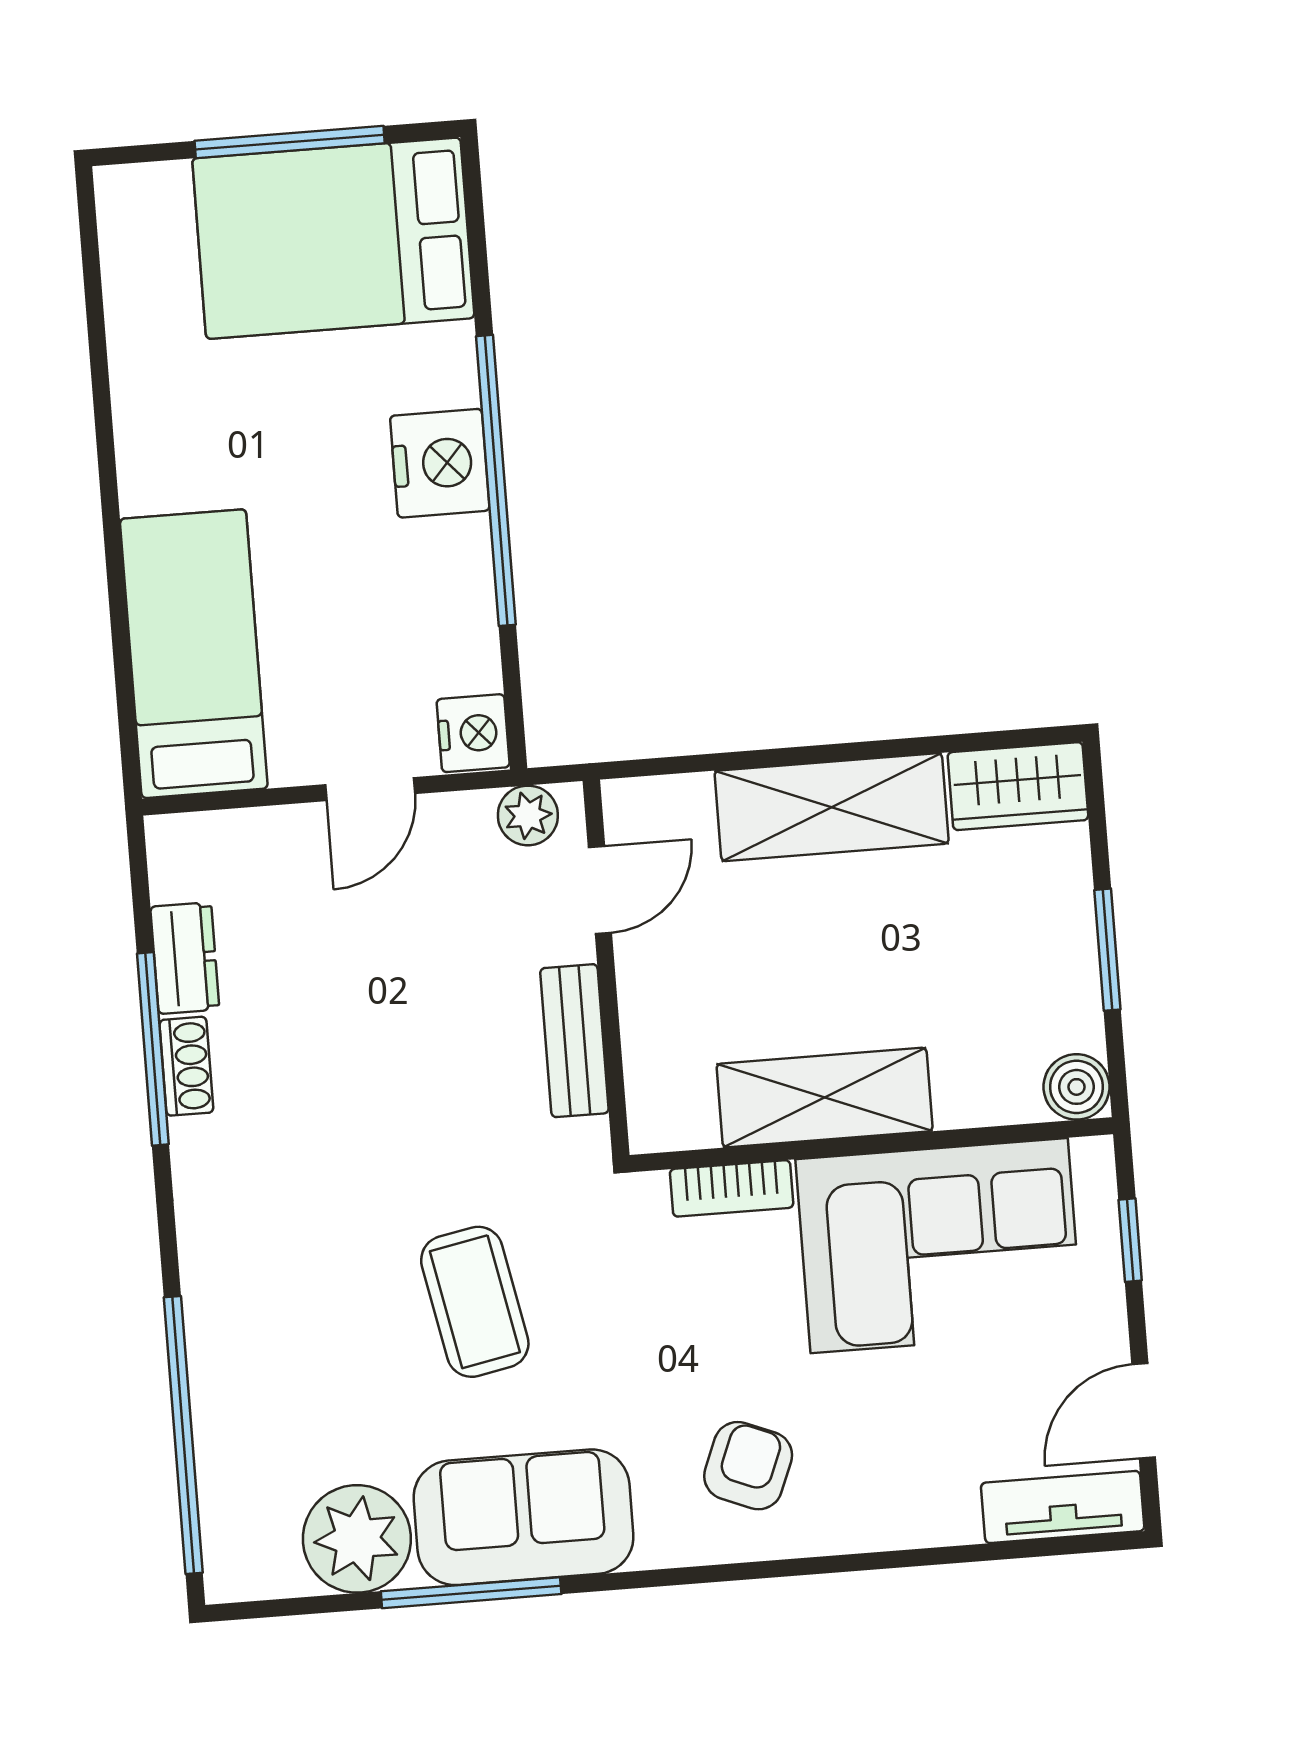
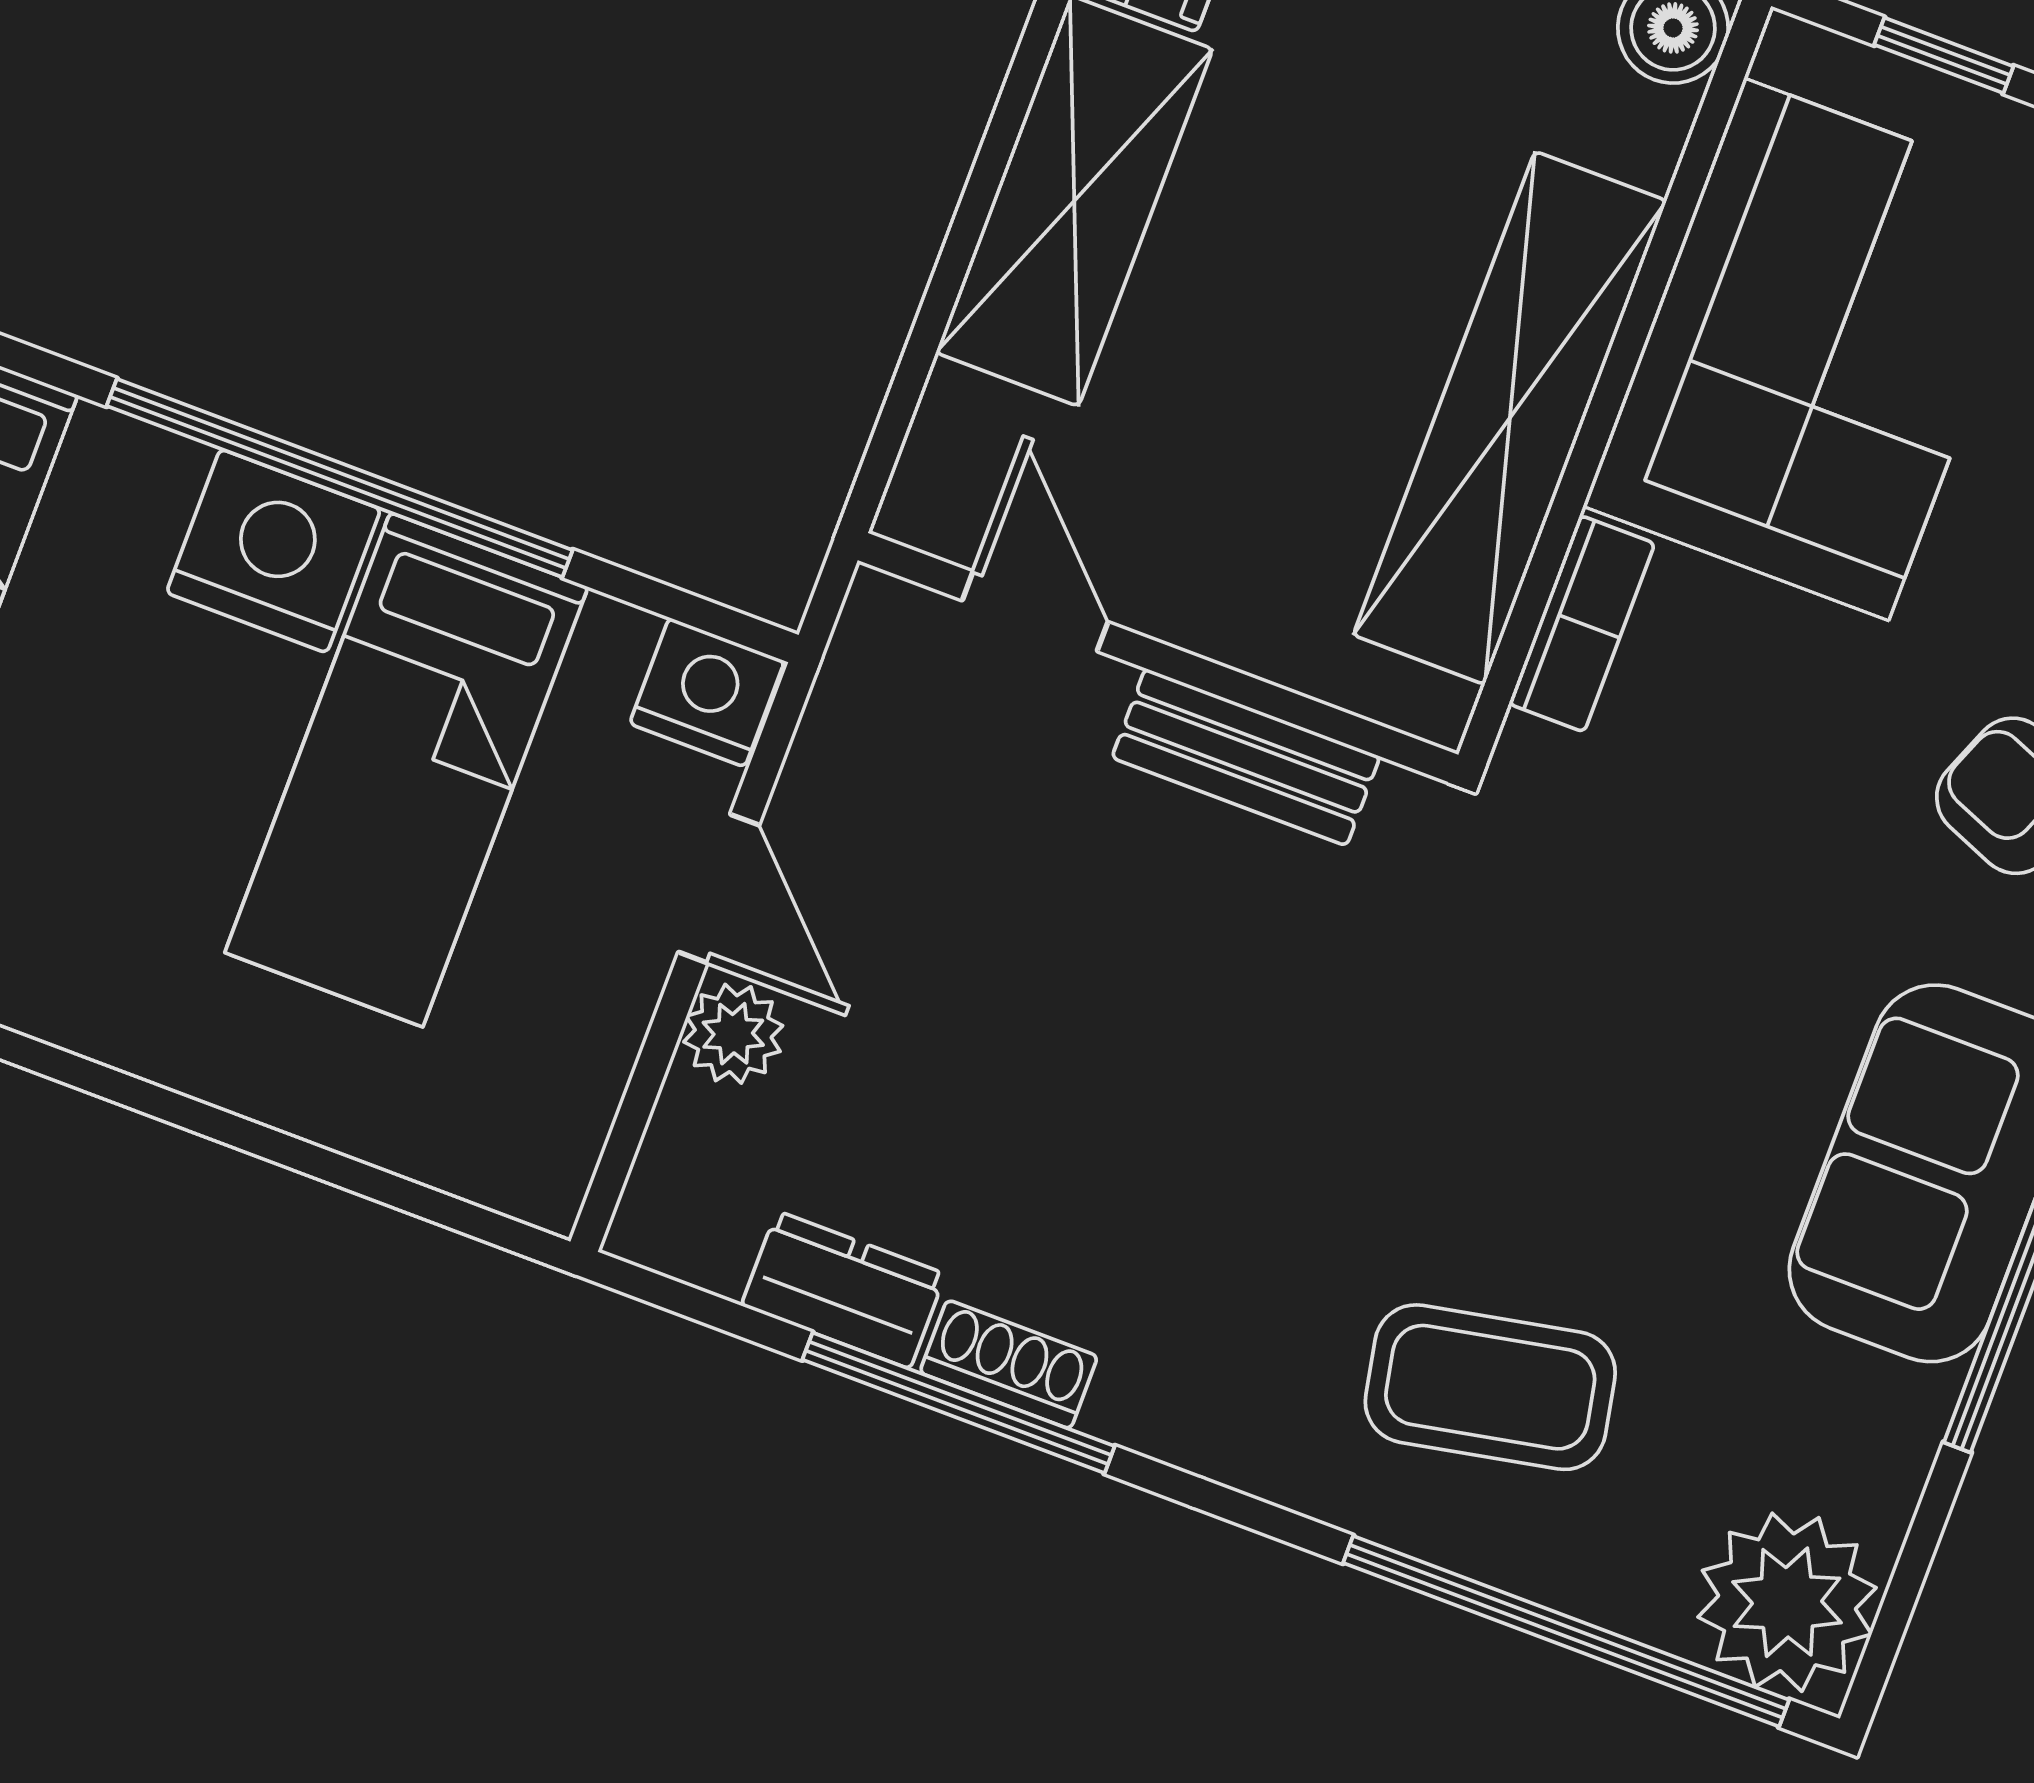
bed: (194, 654) -> (406, 770), moved, turned -90
plant: (528, 815) -> (733, 1034), moved
shelving: (825, 1098) -> (1510, 418), width x1.47
coffee table: (475, 1302) -> (1490, 1387), moved
plant: (357, 1539) -> (1787, 1602), moved

